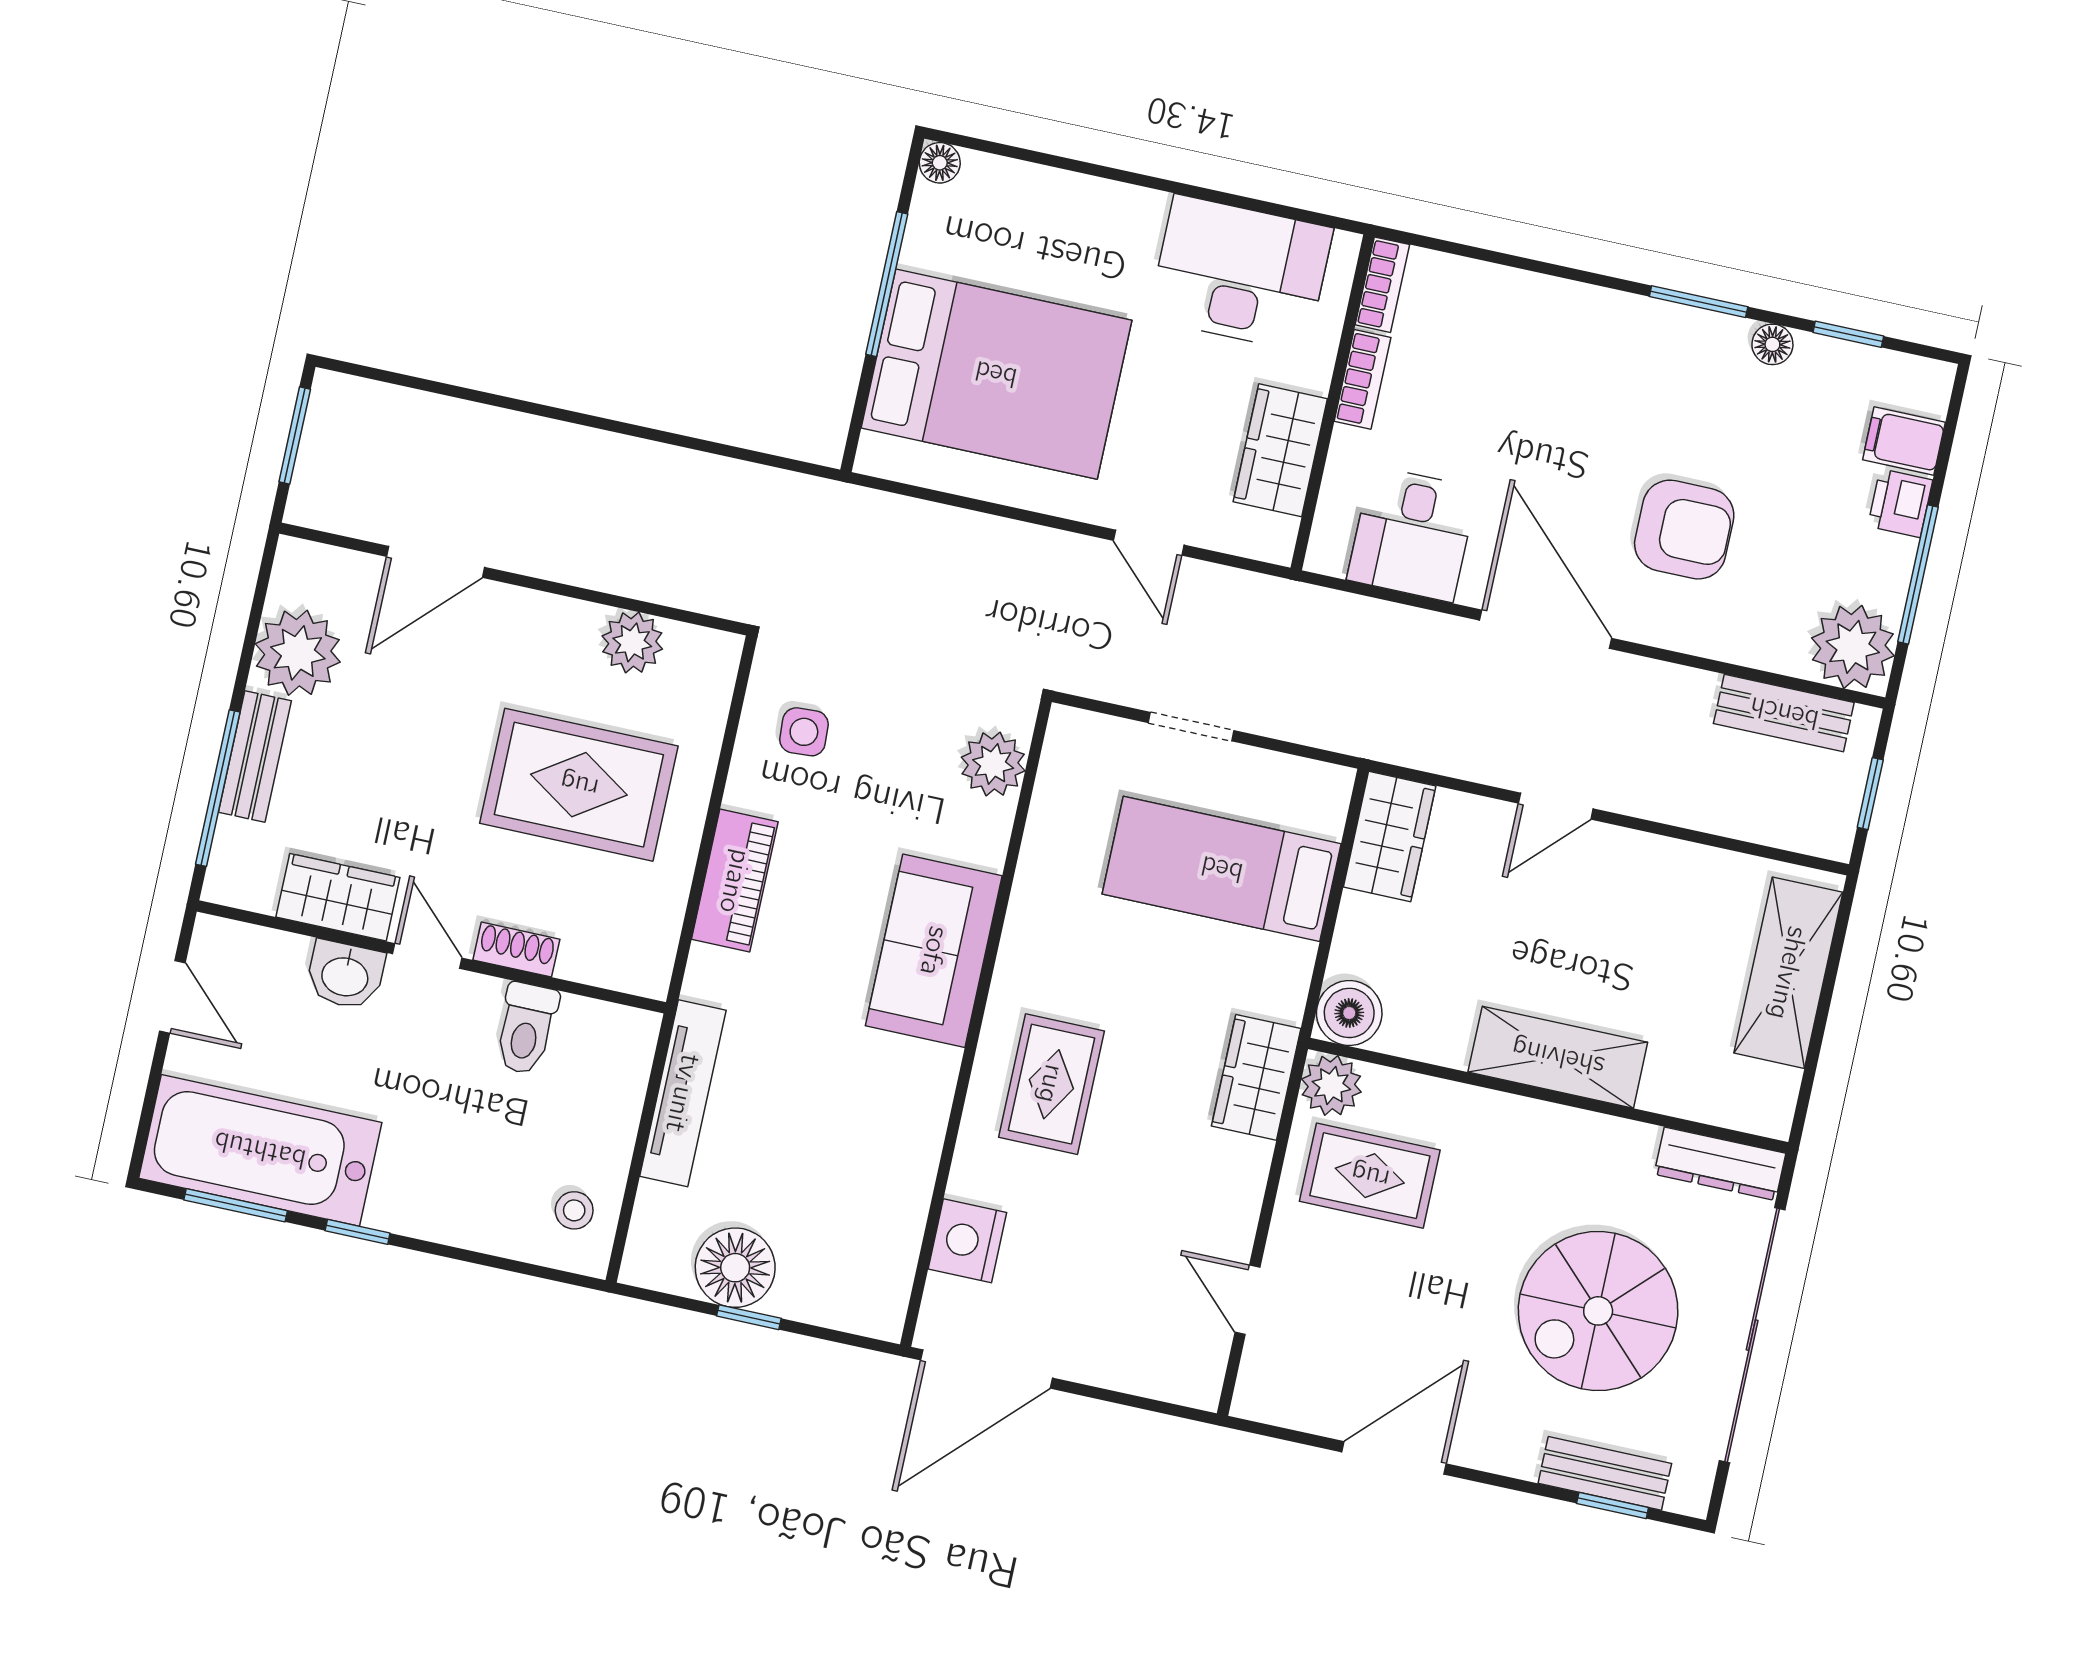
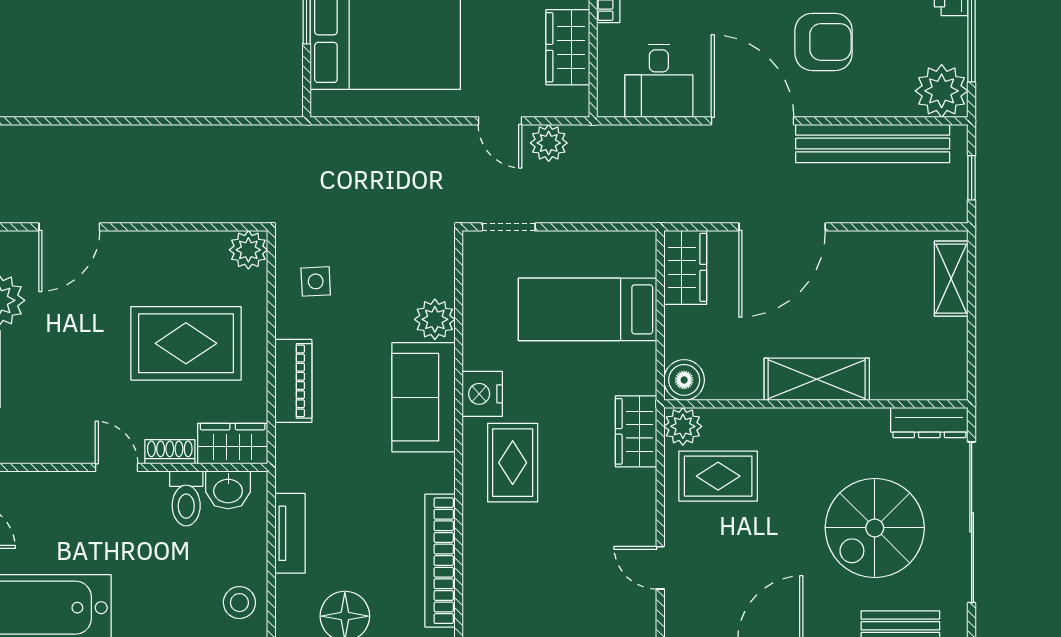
plant: (1218, 594) -> (549, 143), added
plant: (632, 642) -> (248, 250), moved
bench: (1784, 713) -> (873, 144), width x1.86, depth x1.21
doorway: (1191, 727) -> (509, 227), moved
plant: (993, 764) -> (435, 319), moved
door: (1556, 806) -> (782, 227), width x1.88
wardrobe: (338, 897) -> (233, 444), moved
shelving: (1788, 973) -> (951, 279), width x0.67, depth x0.75
washbasin: (345, 975) -> (228, 490), moved
tv unit: (683, 1093) -> (290, 533), width x0.71
stool: (574, 1210) -> (239, 603), width x1.37, depth x1.37
bookcase: (904, 1213) -> (440, 561), added
nightstand: (967, 1241) -> (482, 394), moved

